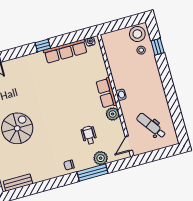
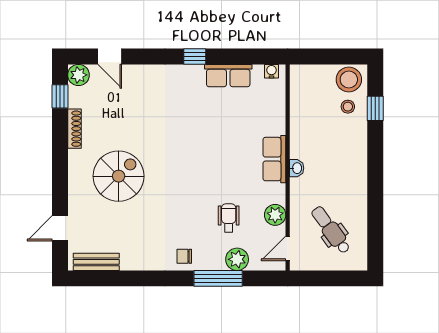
row of seats: (66, 51) -> (228, 76), width x0.68
plant: (113, 114) -> (275, 215), moved

